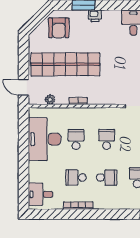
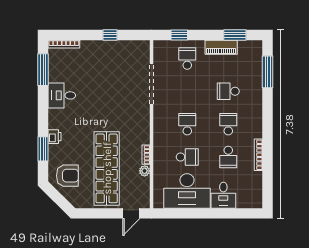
plant: (50, 100) -> (145, 171), moved
school desk: (76, 139) -> (187, 157), turned 180
school desk: (107, 139) -> (187, 124), turned 90
desk: (41, 194) -> (223, 195), moved

